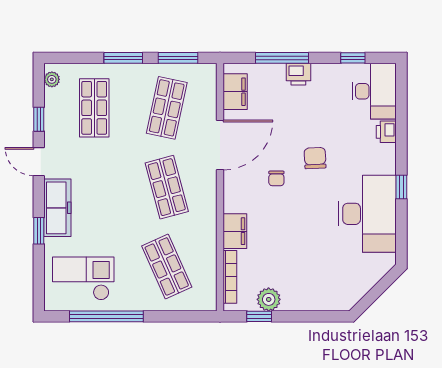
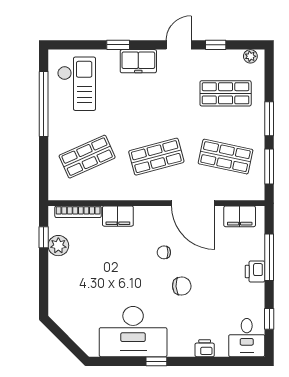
desk: (374, 91) -> (247, 338), width x0.73
freezer: (57, 208) -> (138, 61), width x0.71

